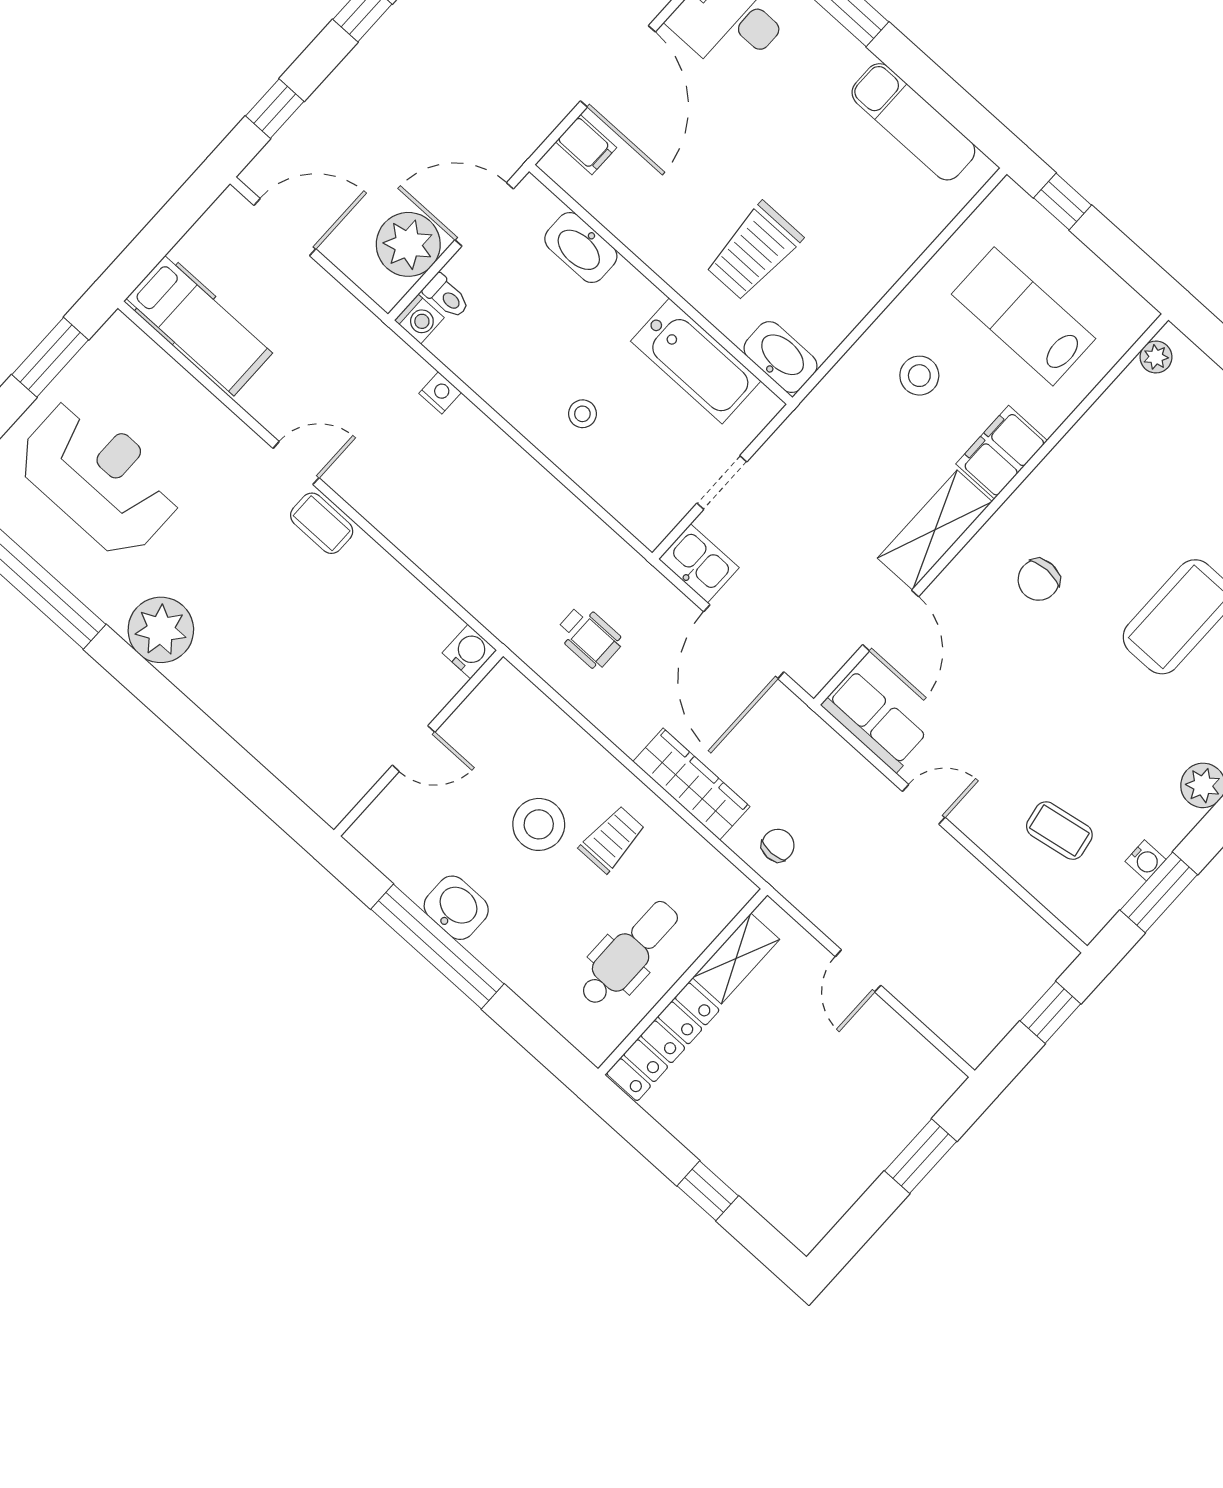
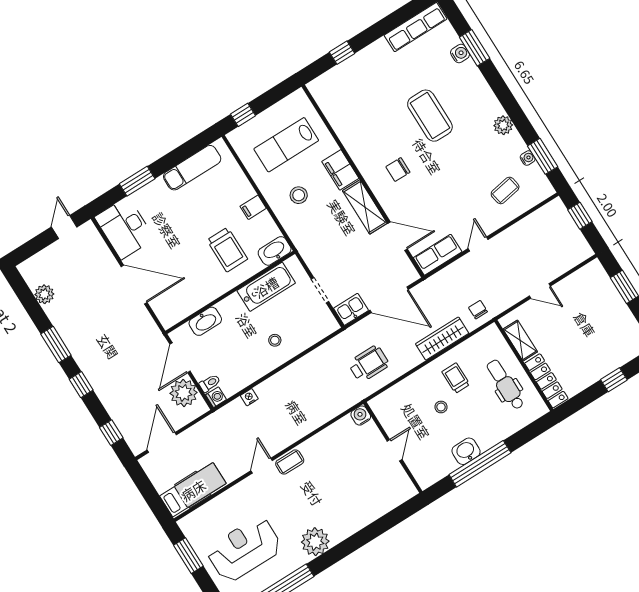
filing cabinet: (586, 145) -> (253, 207), moved, turned 180
plant: (1156, 357) -> (319, 94), removed
chair: (1039, 580) -> (398, 170), turned 90
wheelchair: (589, 637) -> (369, 364), width x1.36, depth x1.37
stool: (539, 824) -> (441, 407), width x0.53, depth x0.53

